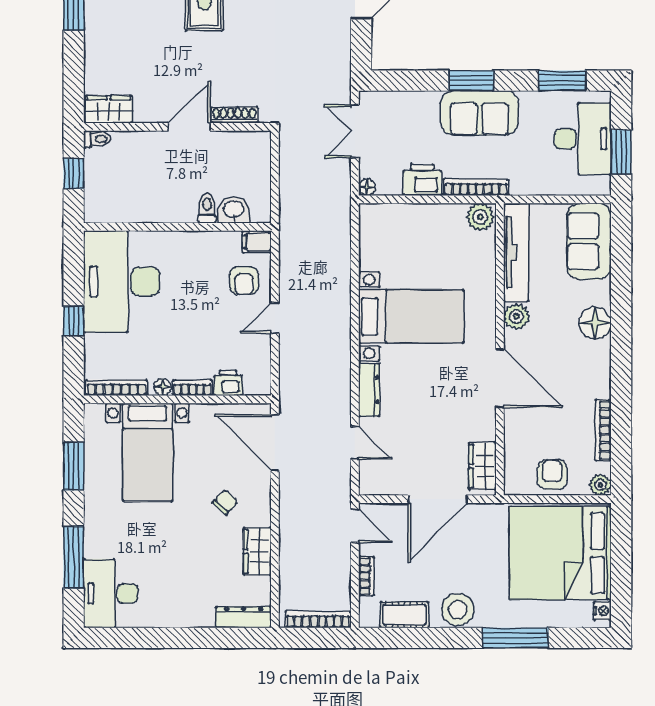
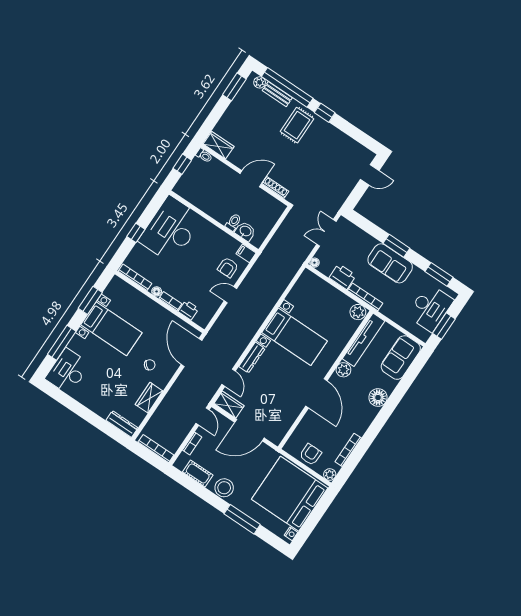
bed with nightstands: (148, 452) -> (111, 329), moved, turned -90
wardrobe: (482, 466) -> (229, 405), moved, turned 90

